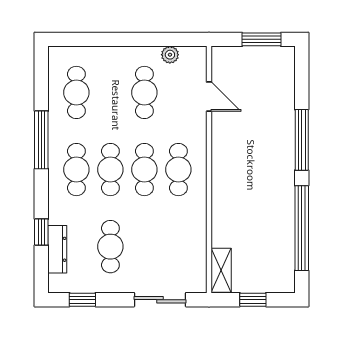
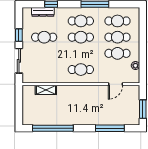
window: (302, 140) -> (110, 128), moved
cafe table: (144, 170) -> (117, 37), moved
shelving: (221, 270) -> (46, 90), moved
window: (82, 300) -> (19, 35), moved
window: (253, 300) -> (19, 105), removed

